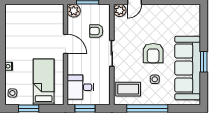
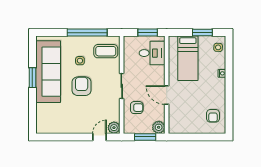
armchair: (18, 23) -> (213, 116), added

